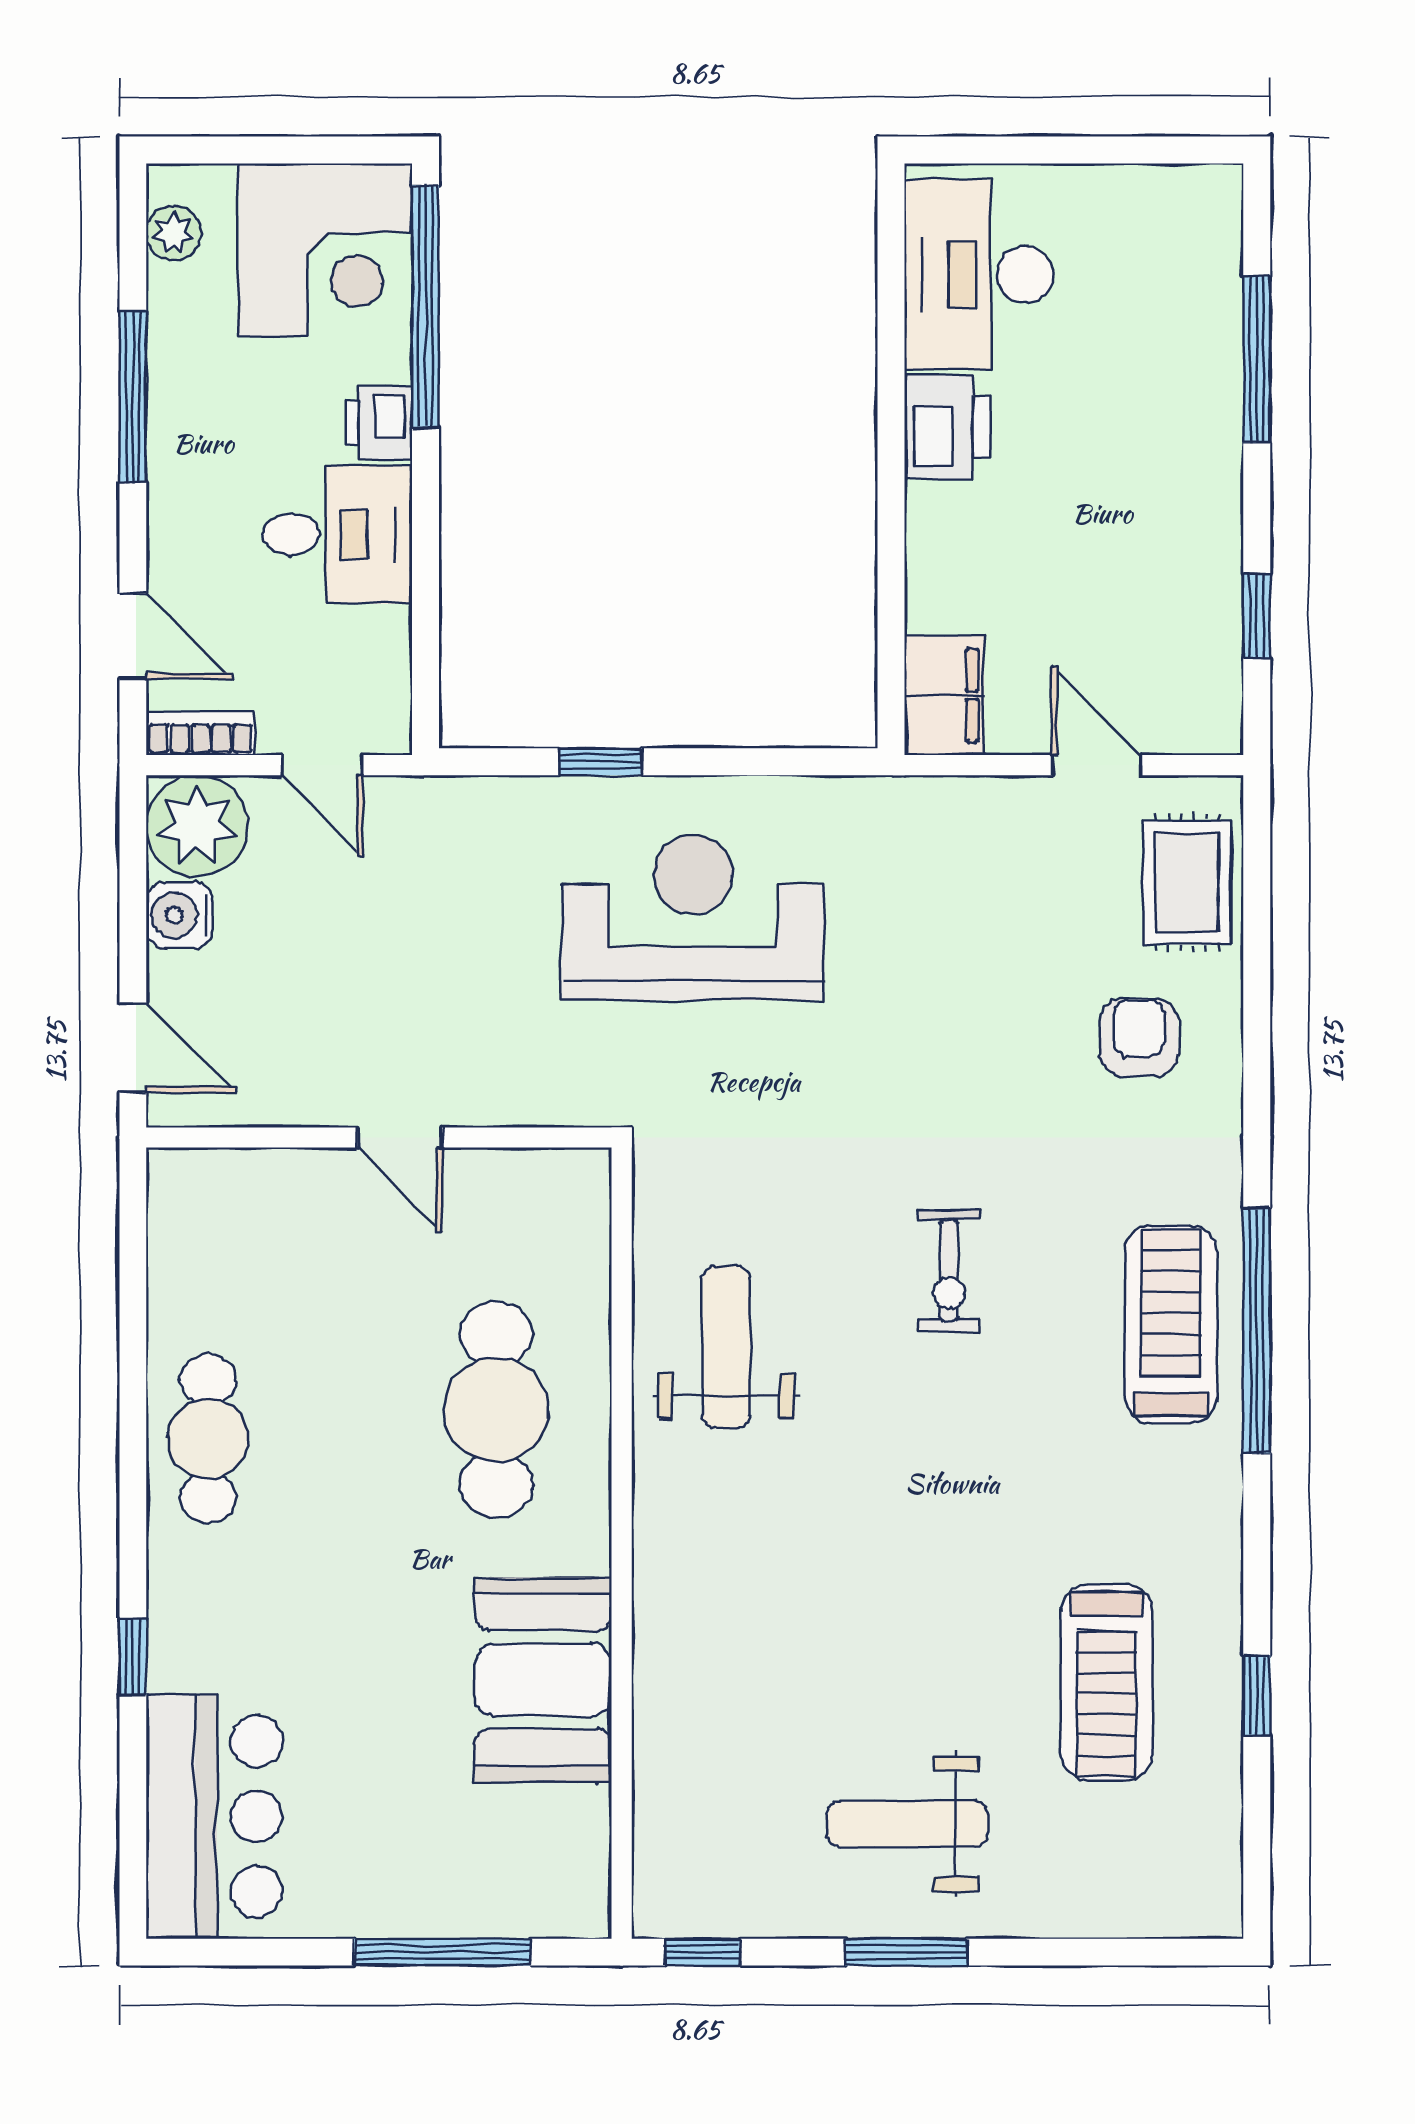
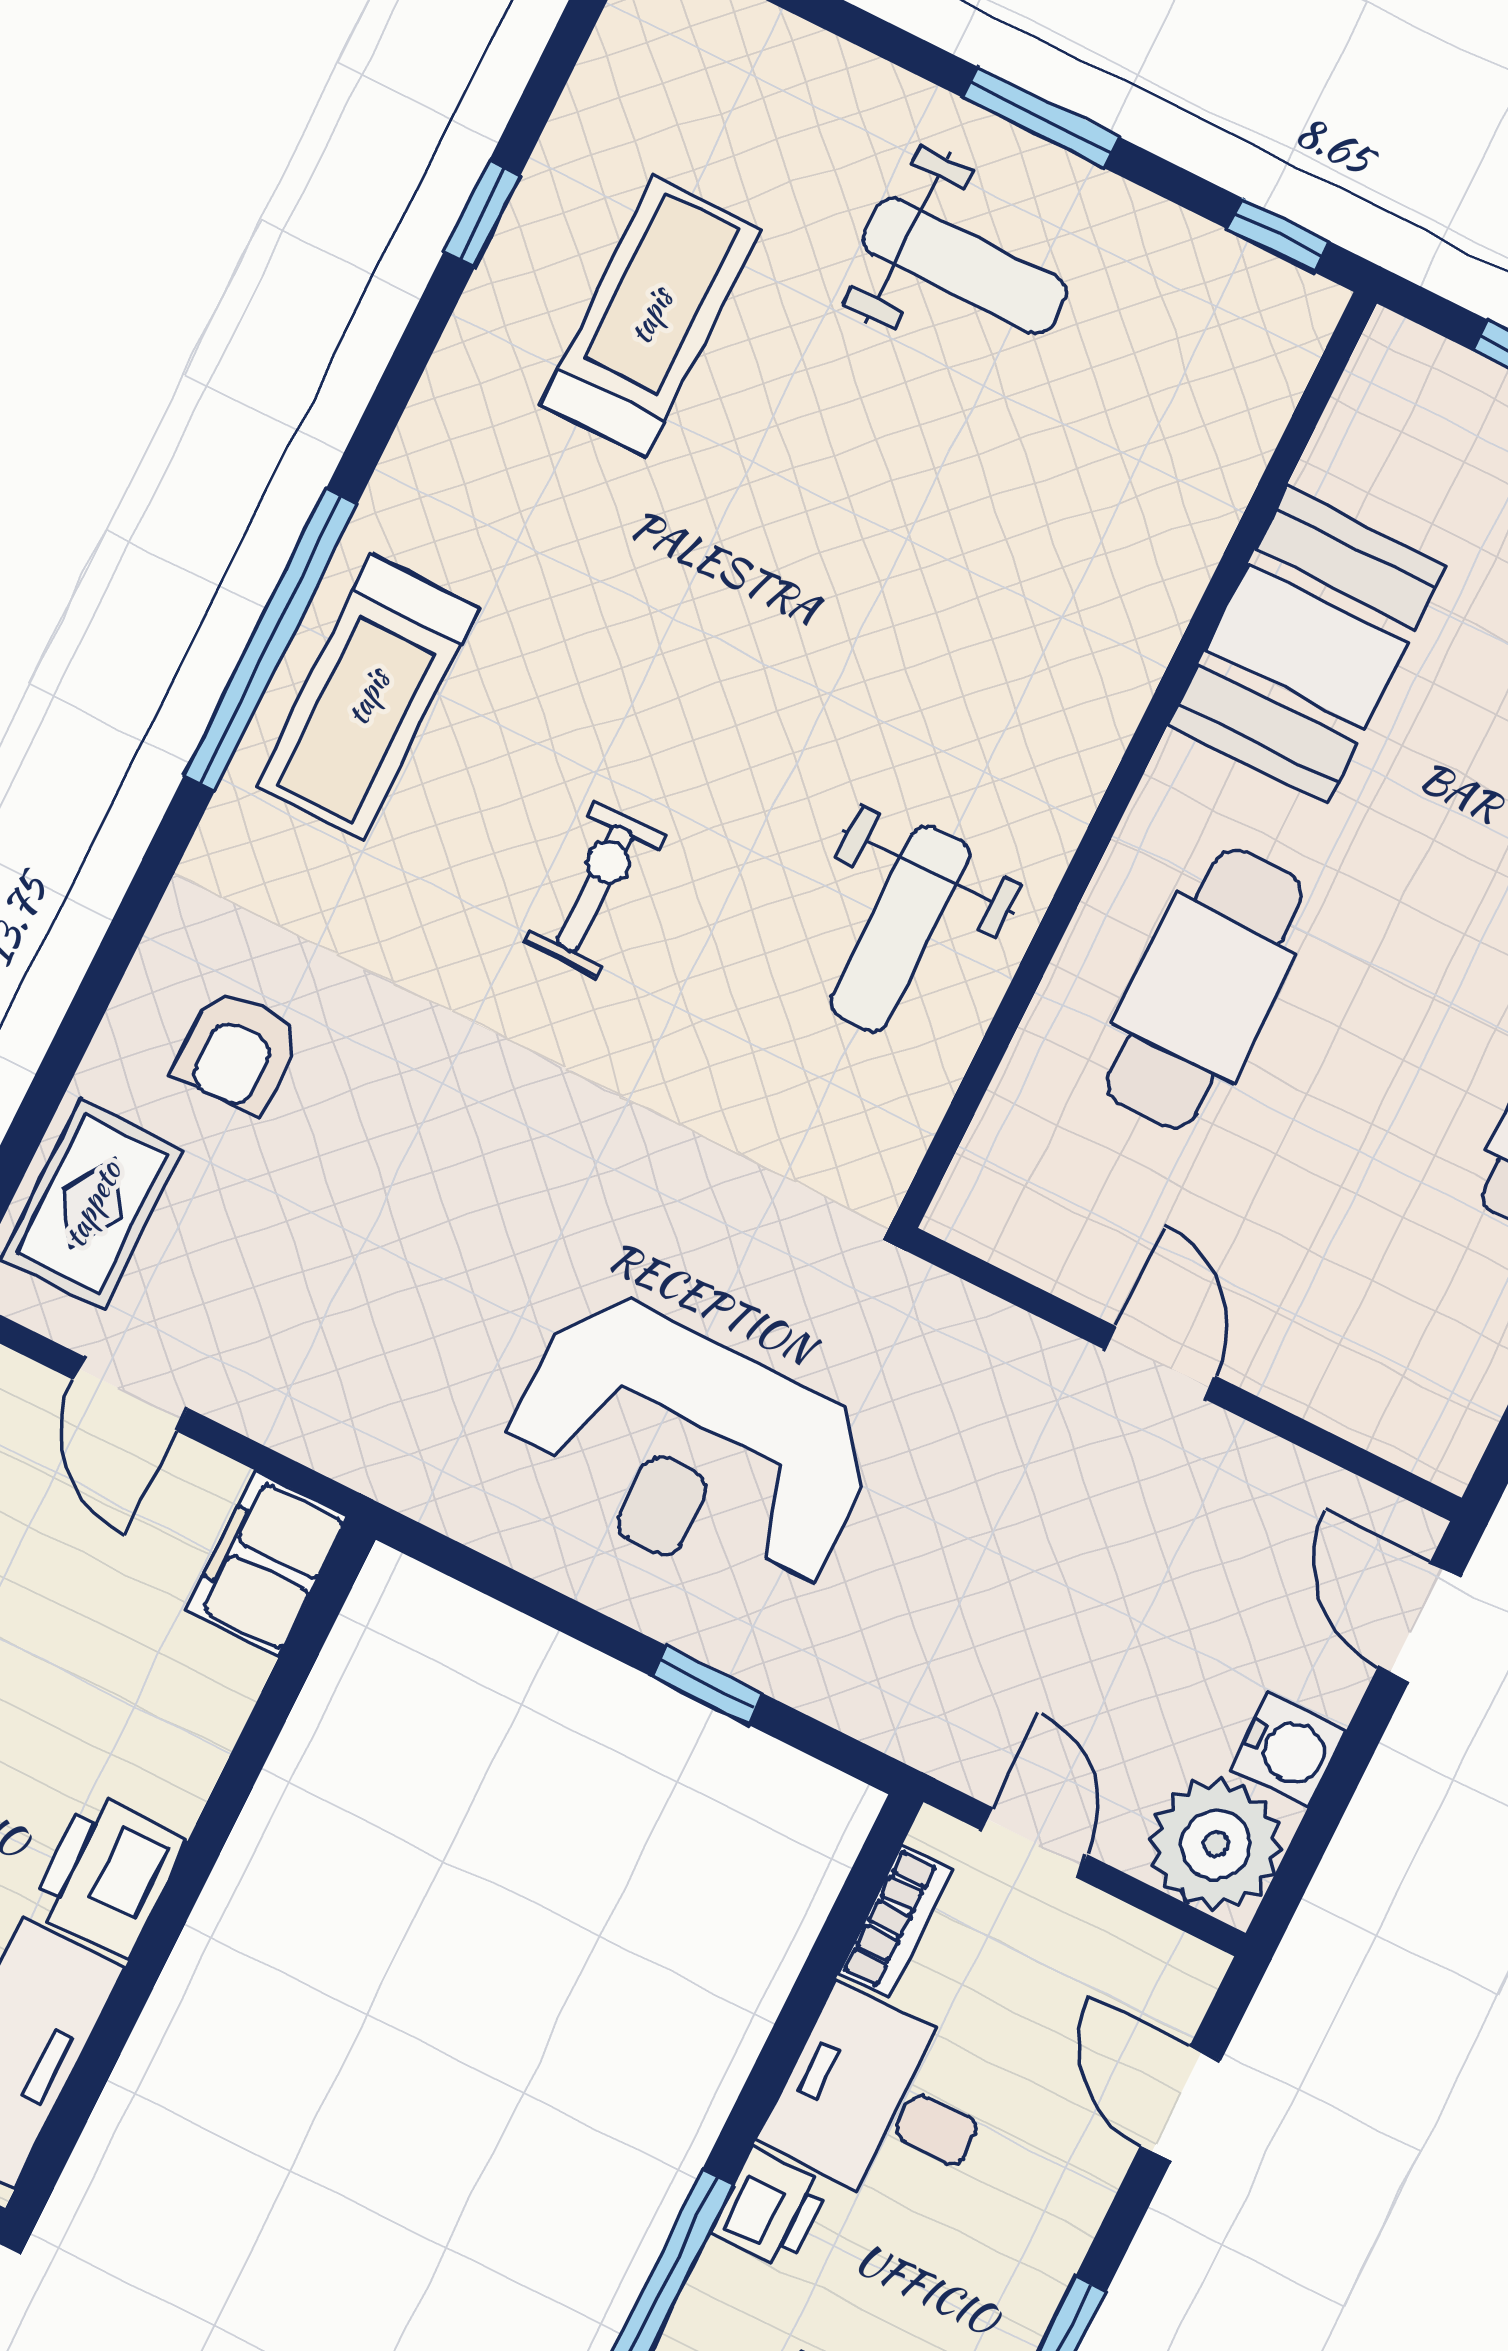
bookcase: (201, 733) -> (896, 1922), moved, turned -90

